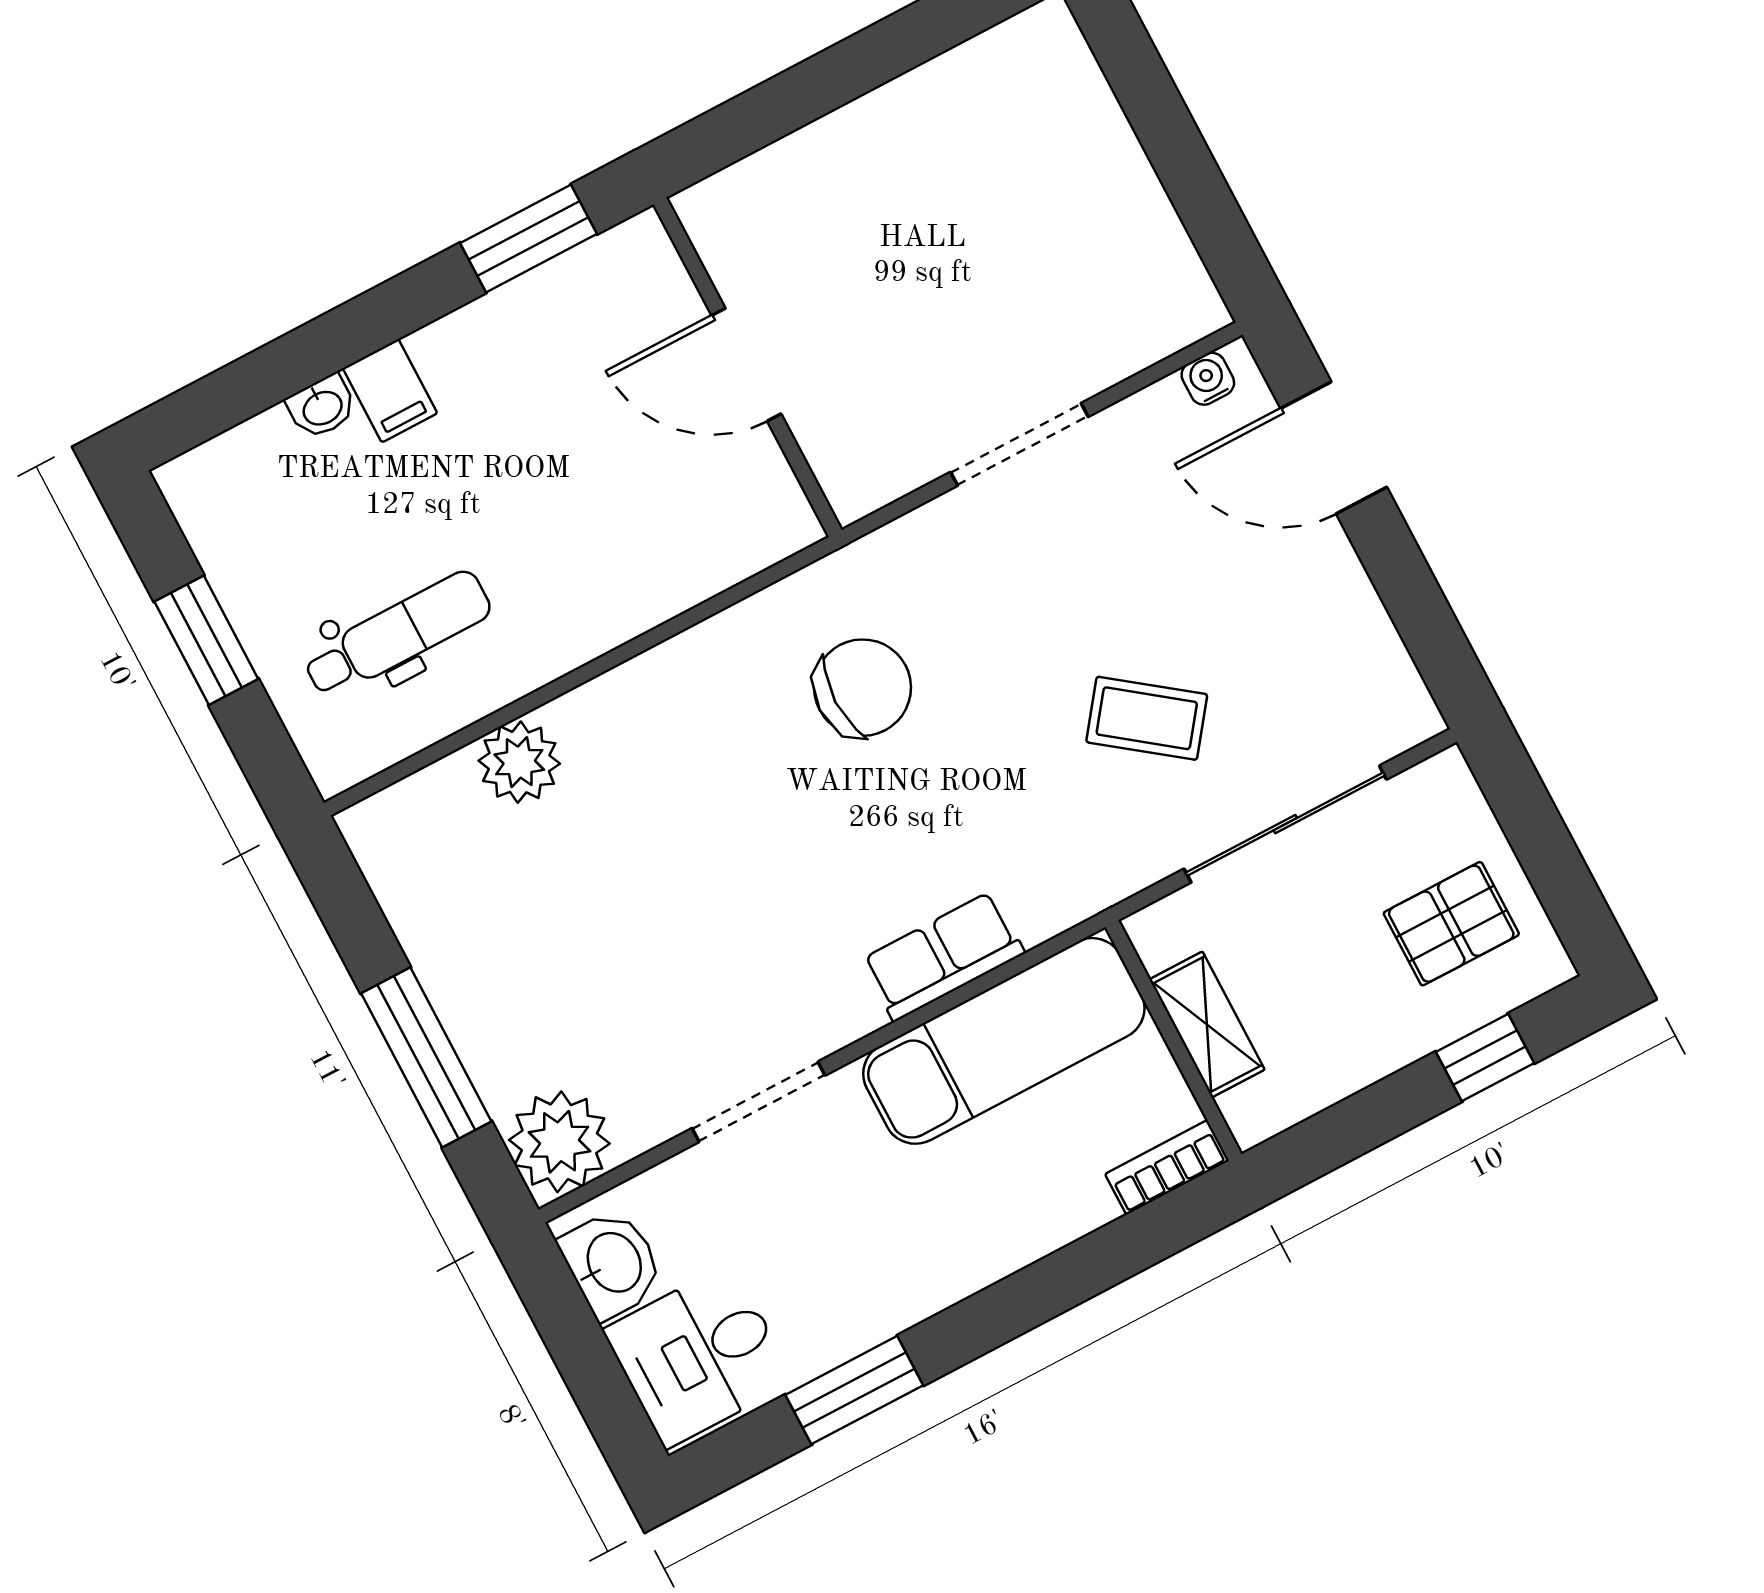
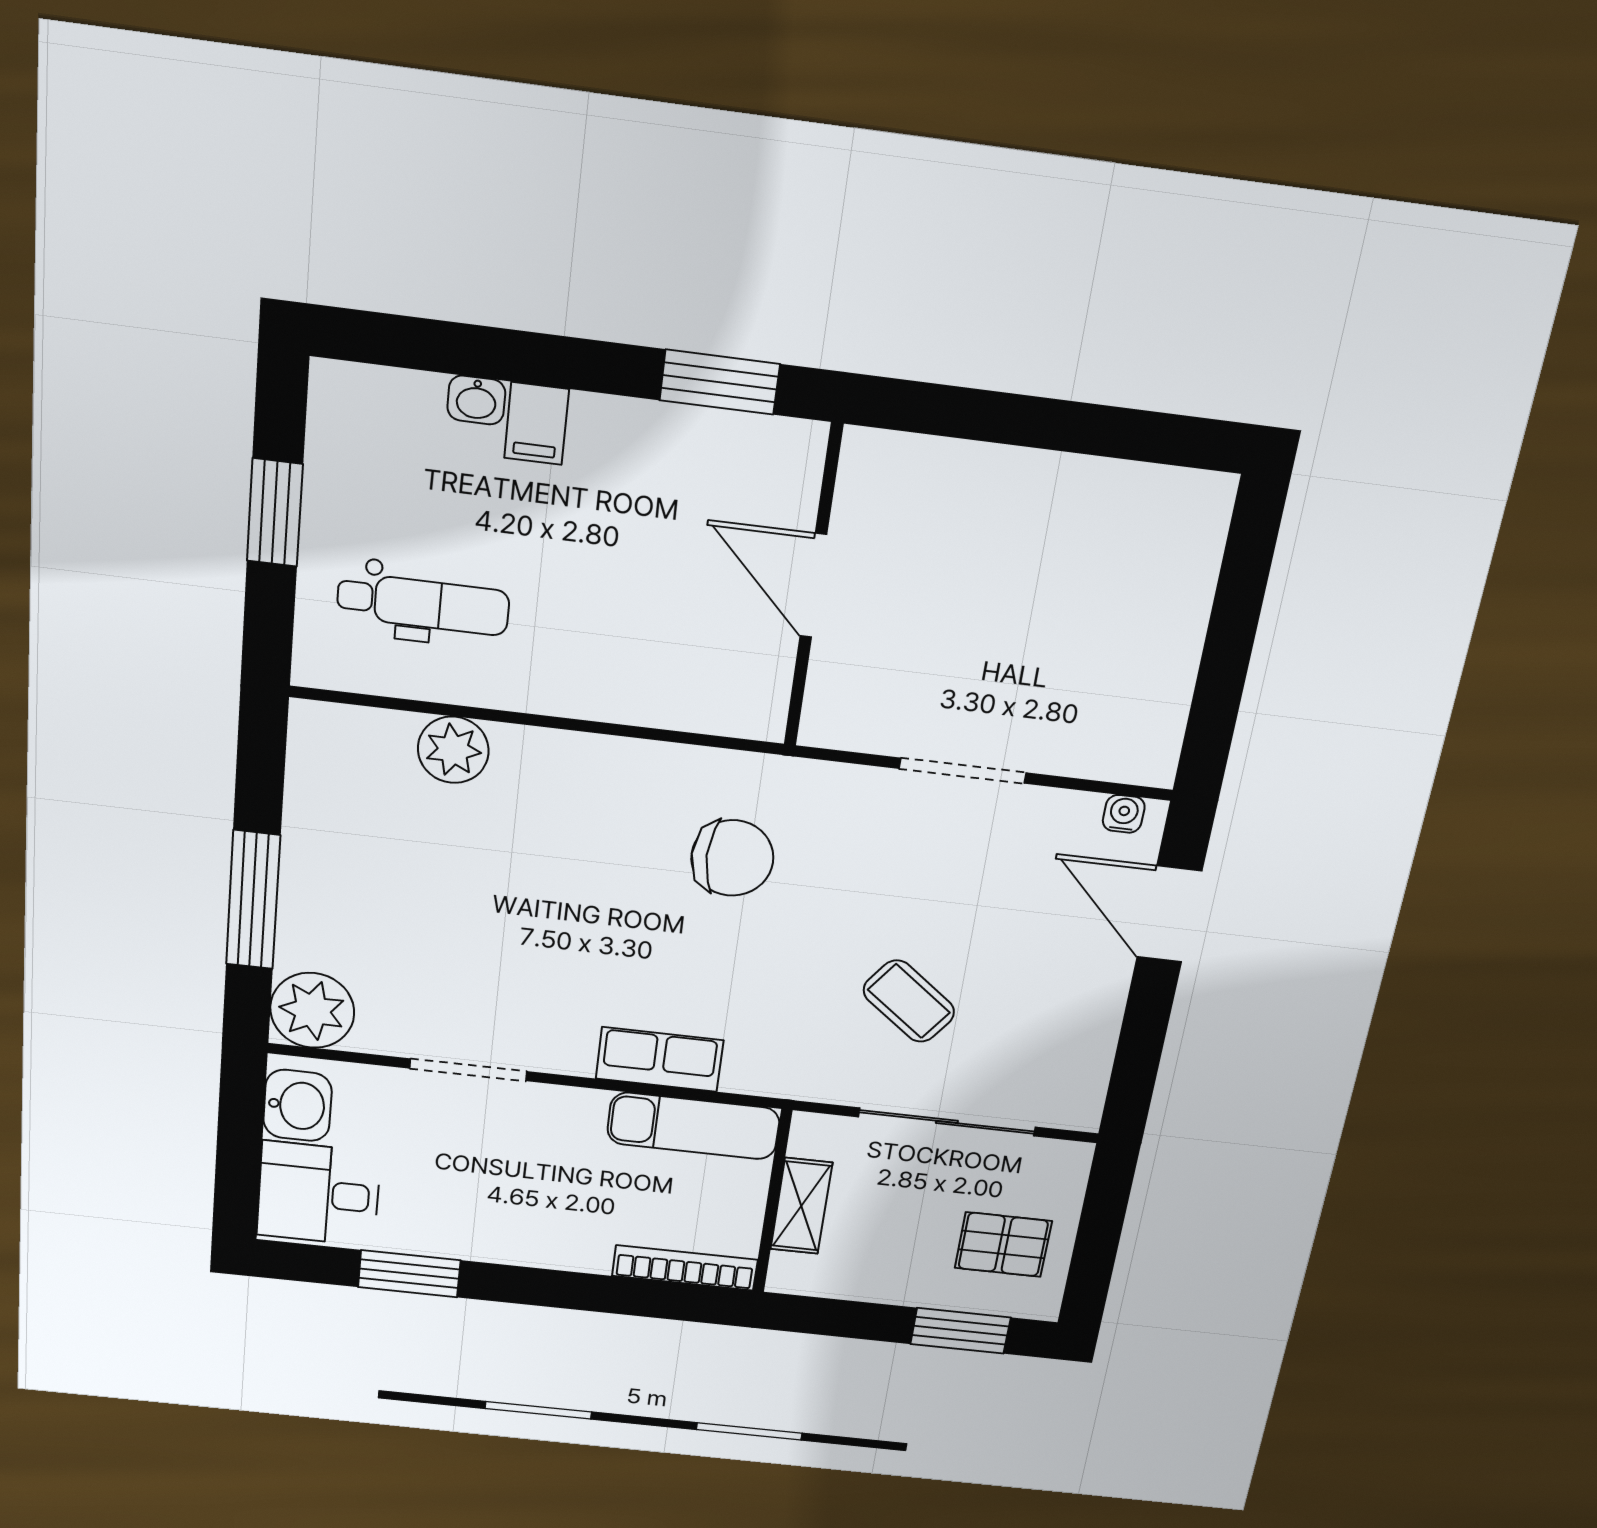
exam couch: (1004, 1041) -> (693, 1126), width x0.73, depth x0.69
window: (1485, 1058) -> (960, 1331), width x1.50
bookcase: (1167, 1167) -> (685, 1268), width x1.56

